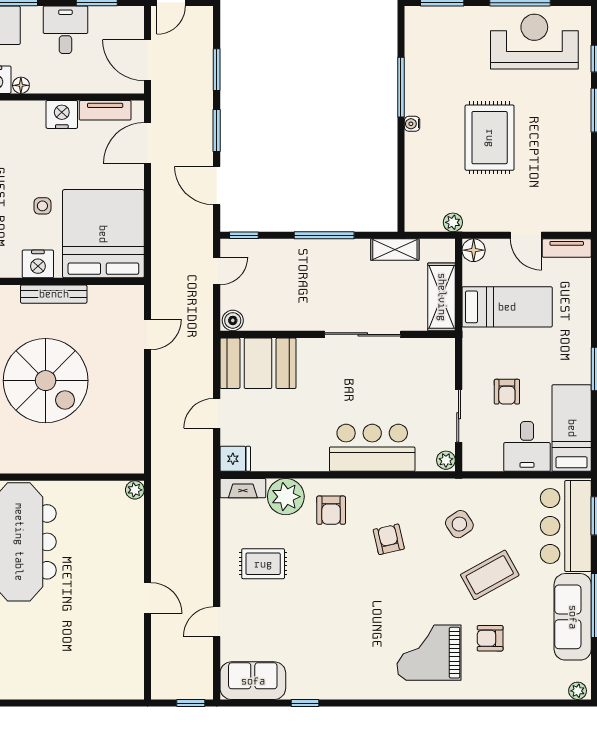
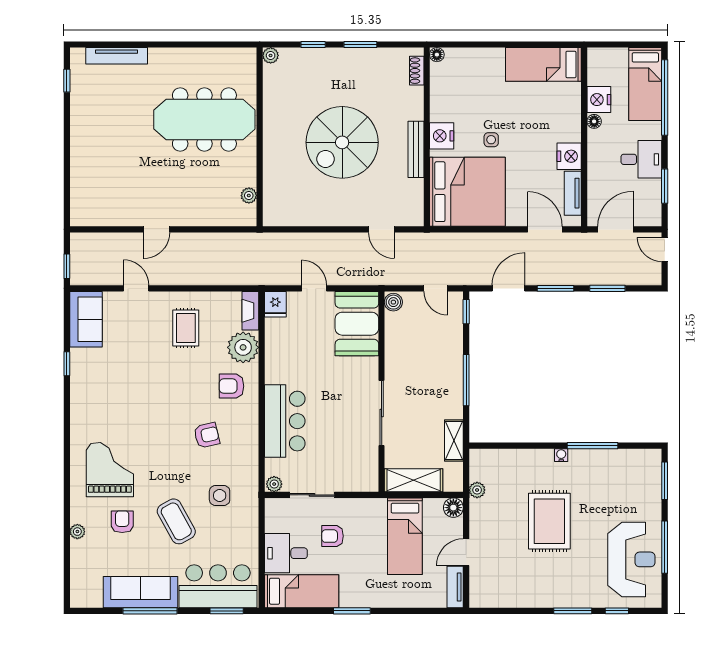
rug: (490, 138) -> (549, 521), turned 90
plant: (135, 490) -> (249, 196), moved
side table: (459, 524) -> (220, 496), turned 34
plant: (578, 691) -> (77, 532), moved

